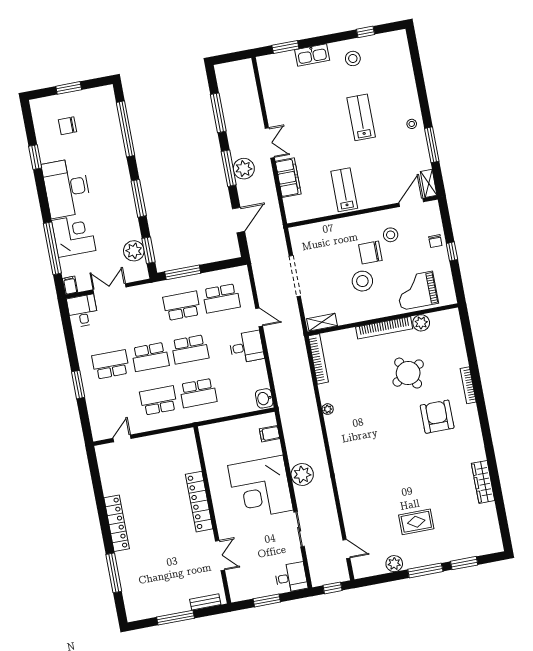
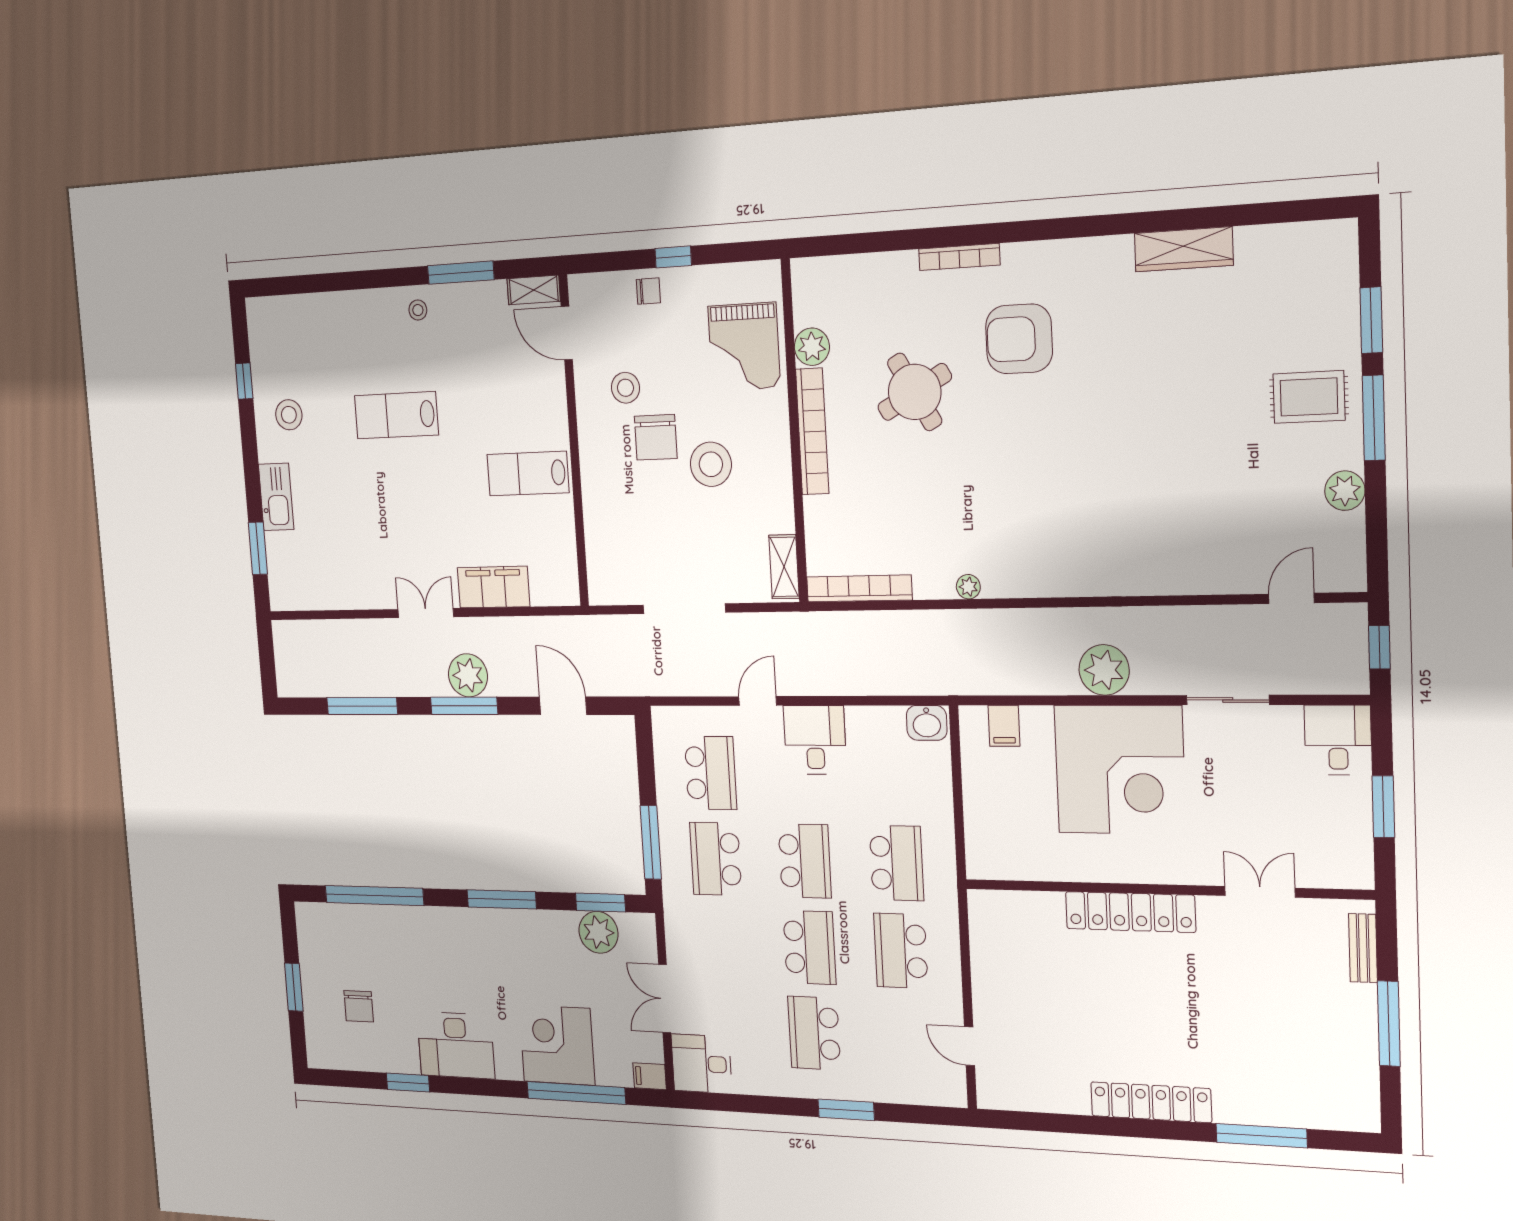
desk: (67, 188) -> (456, 1045), width x0.73, depth x0.77
rug: (416, 522) -> (1309, 397), moved, turned 90

